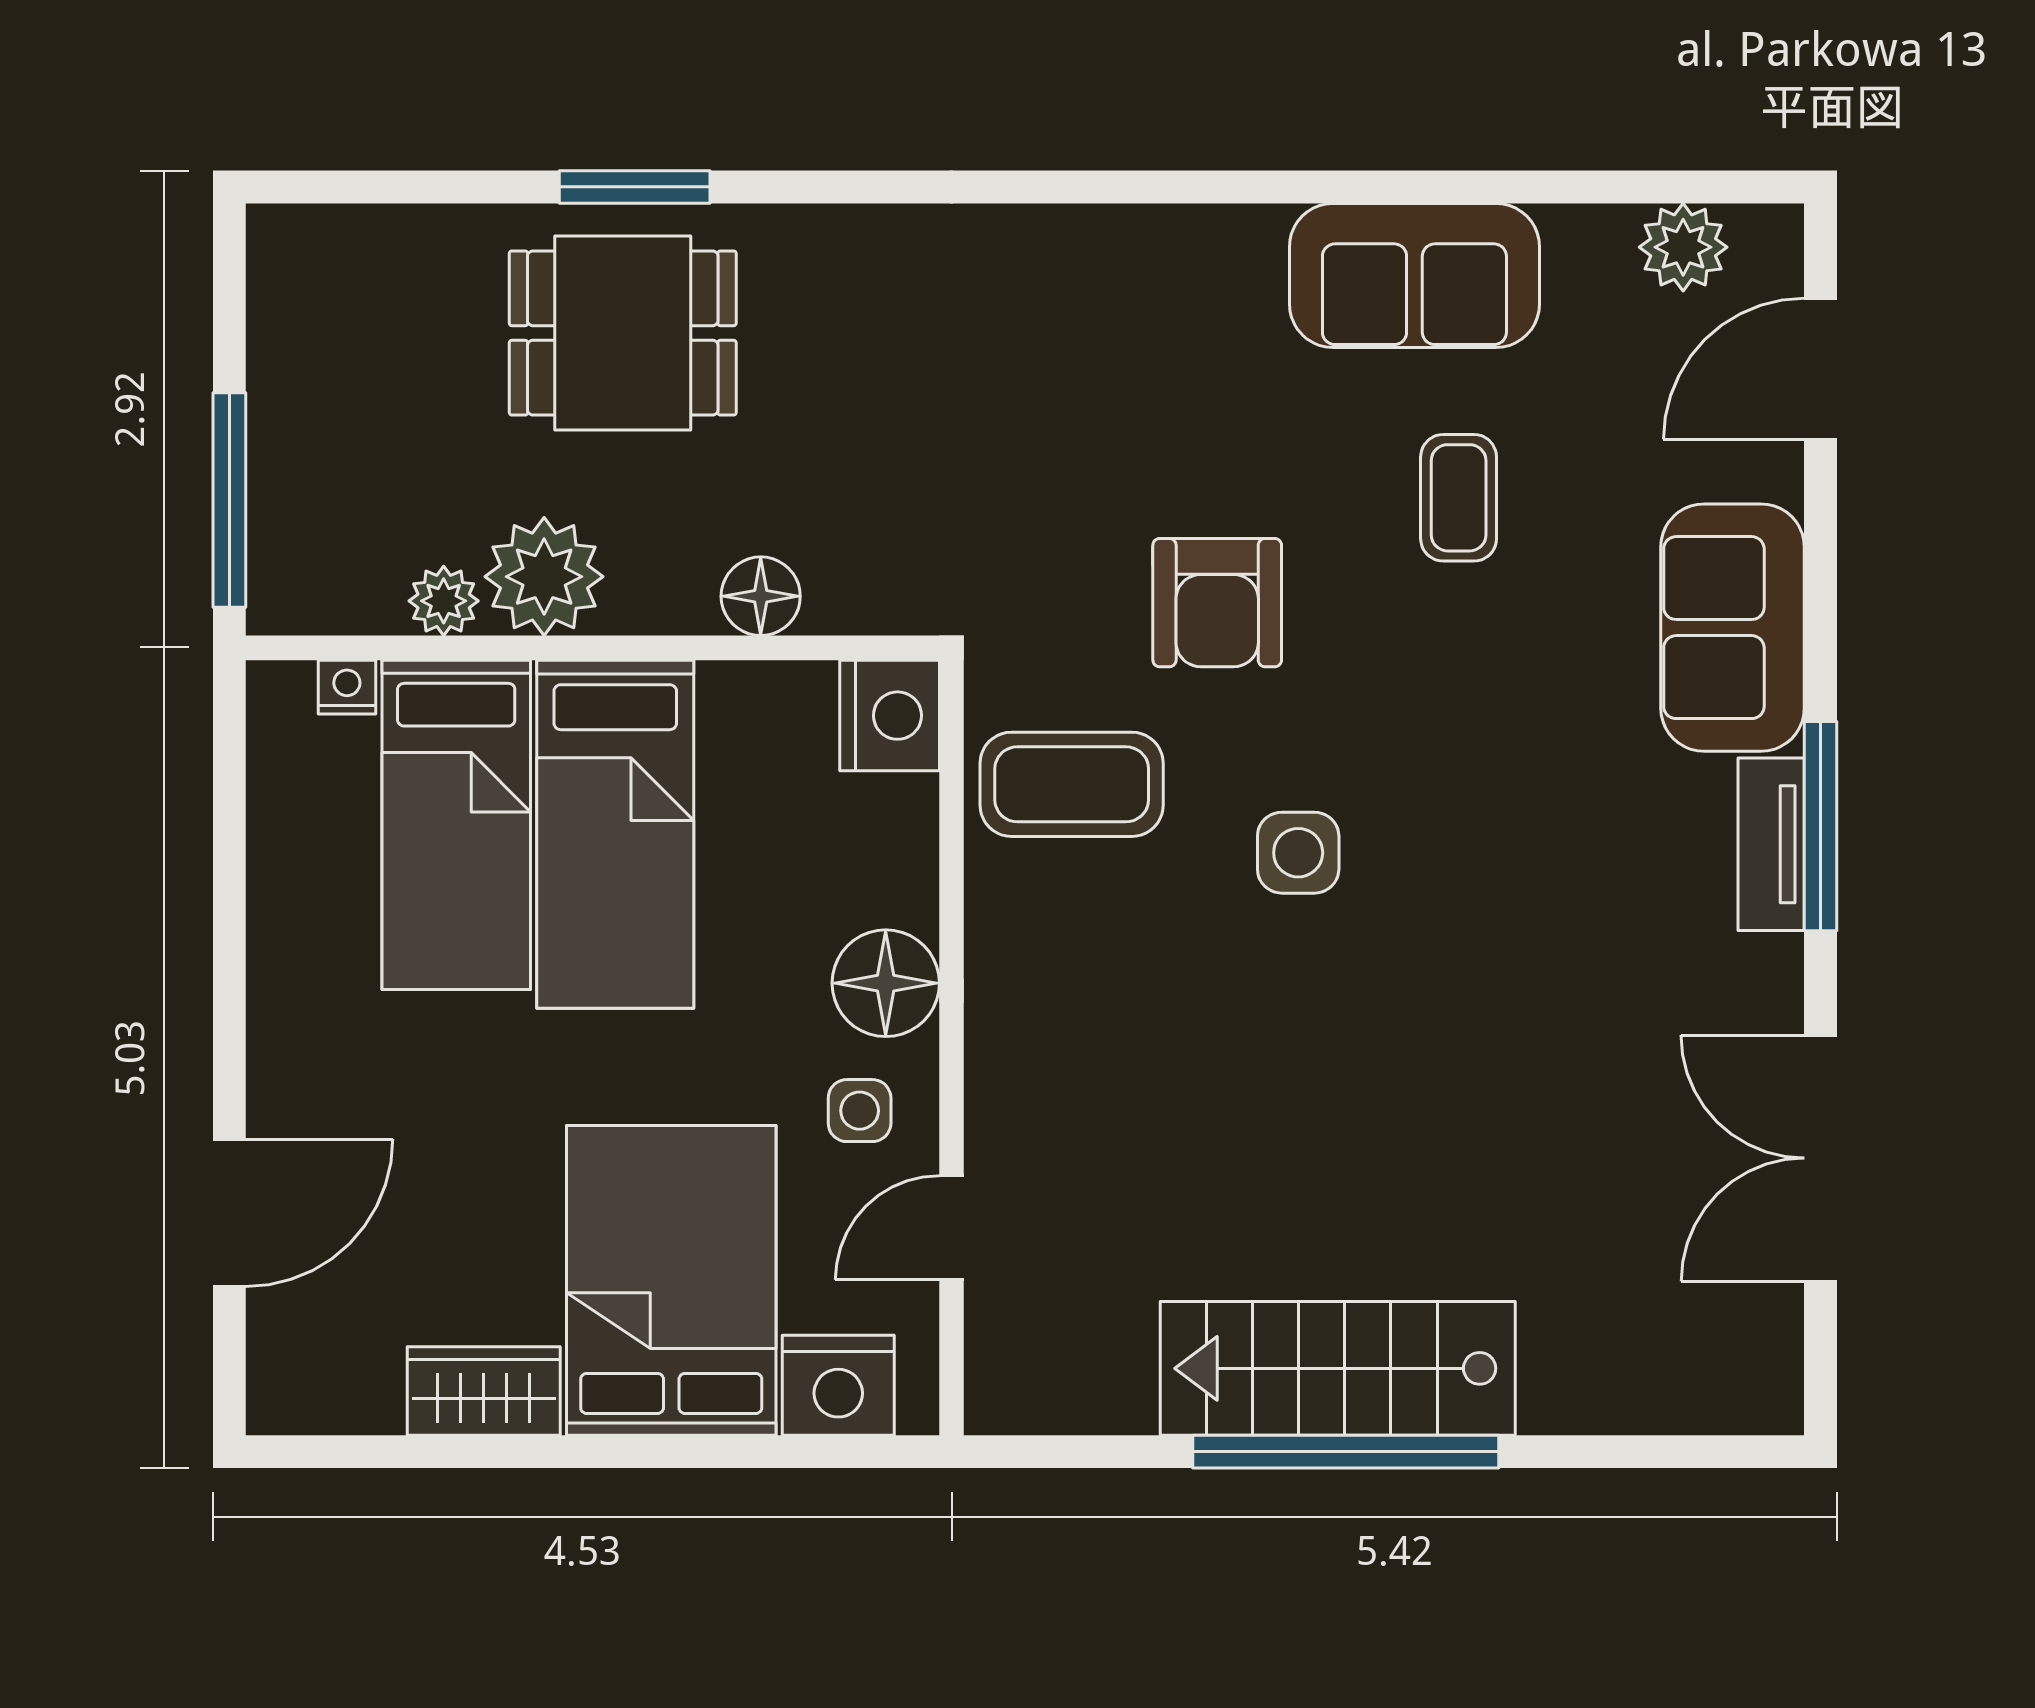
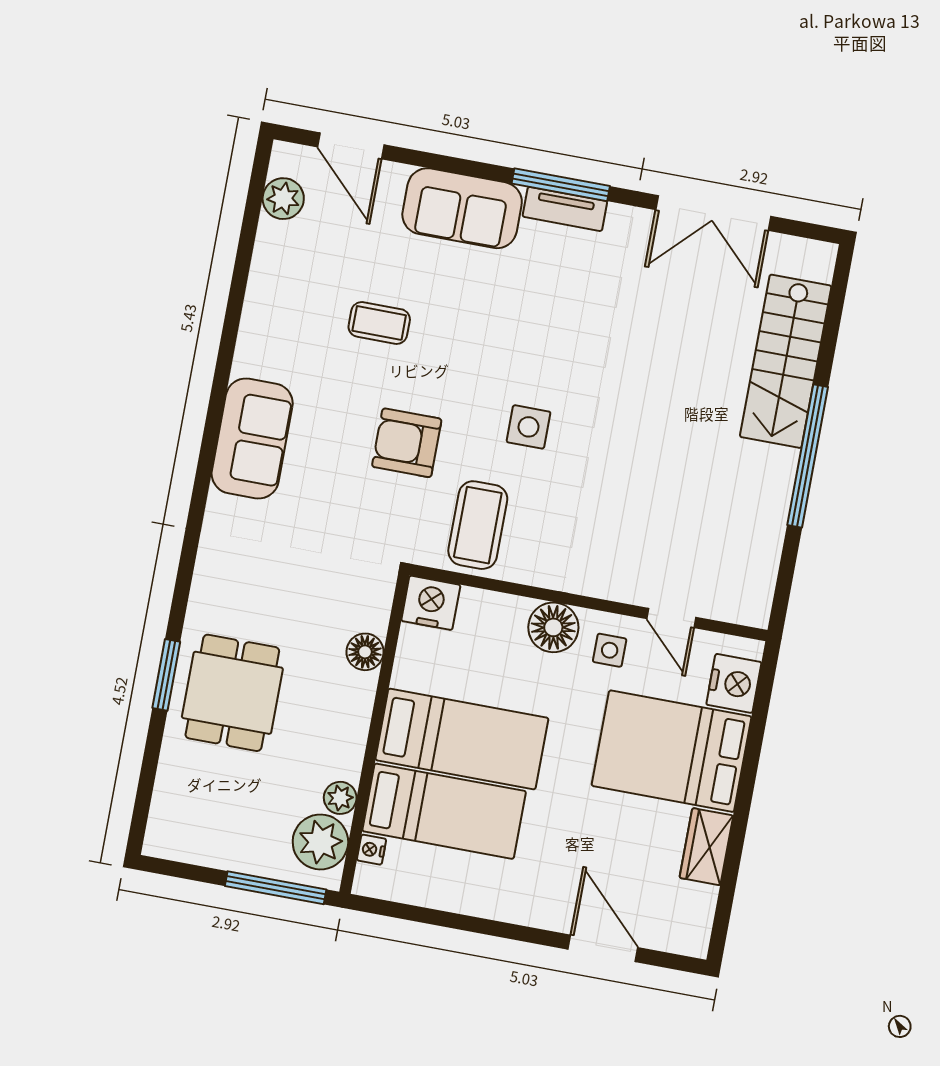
sofa: (1414, 275) -> (252, 438), moved
plant: (544, 577) -> (320, 842), moved
armchair: (1217, 603) -> (407, 443), turned 180
stairs: (1338, 1368) -> (786, 361), moved

